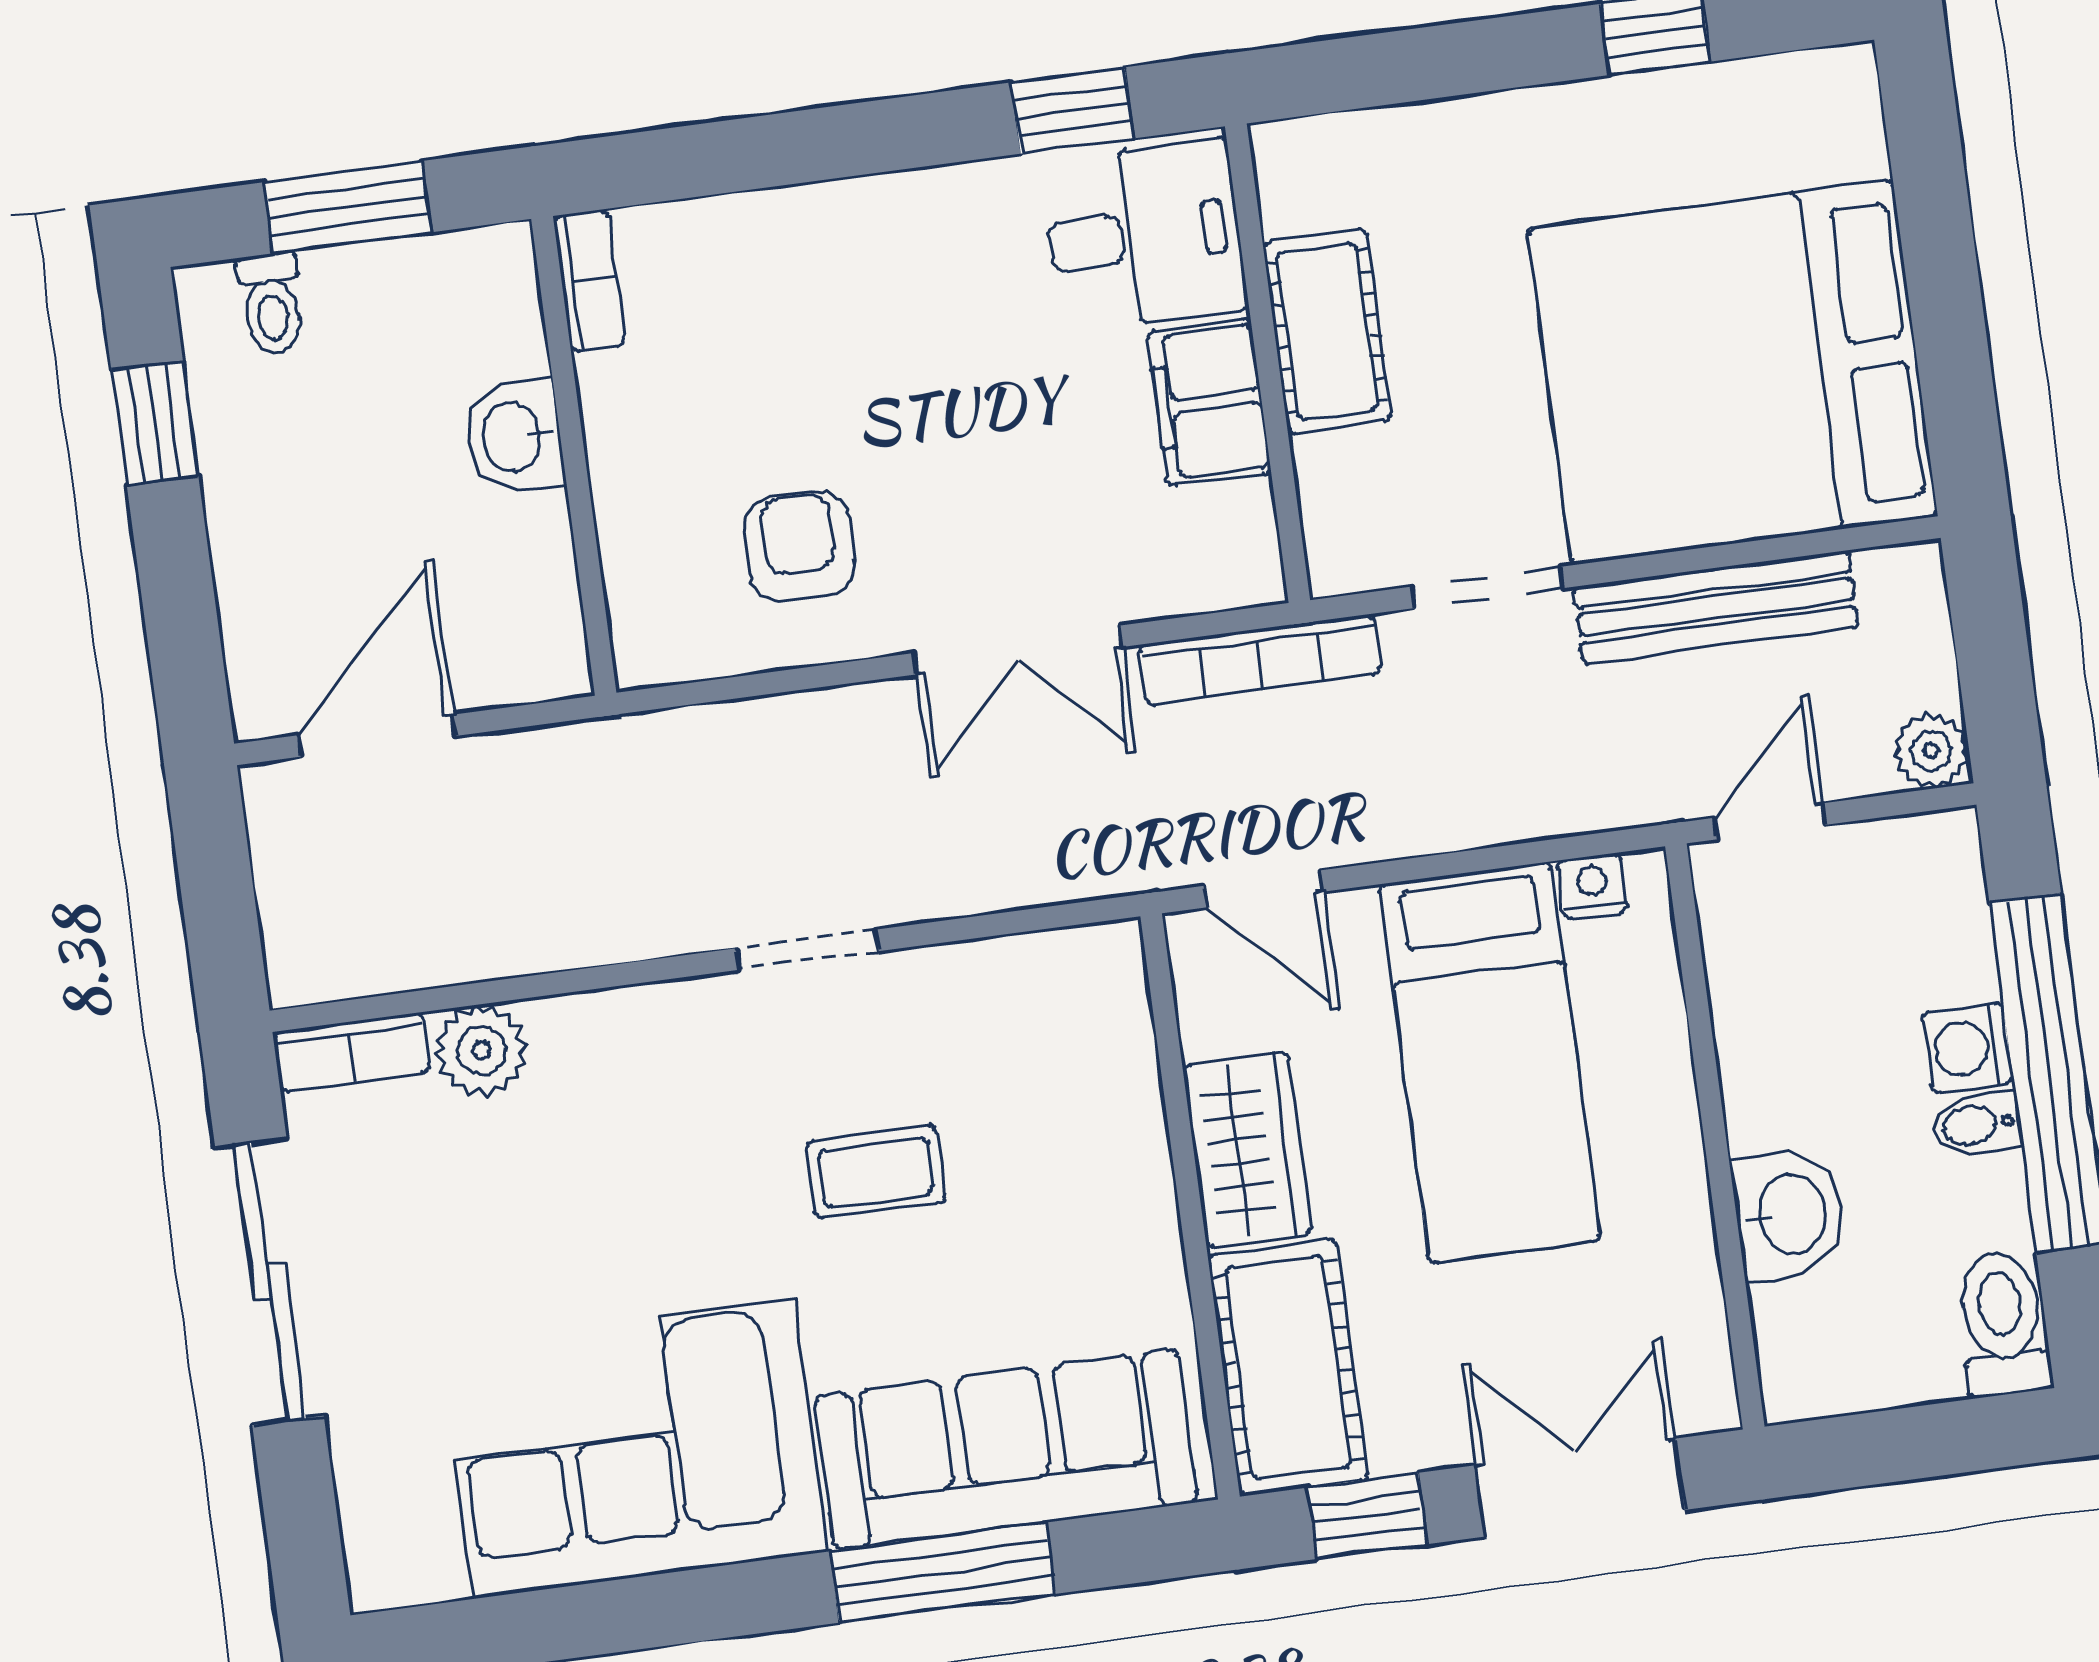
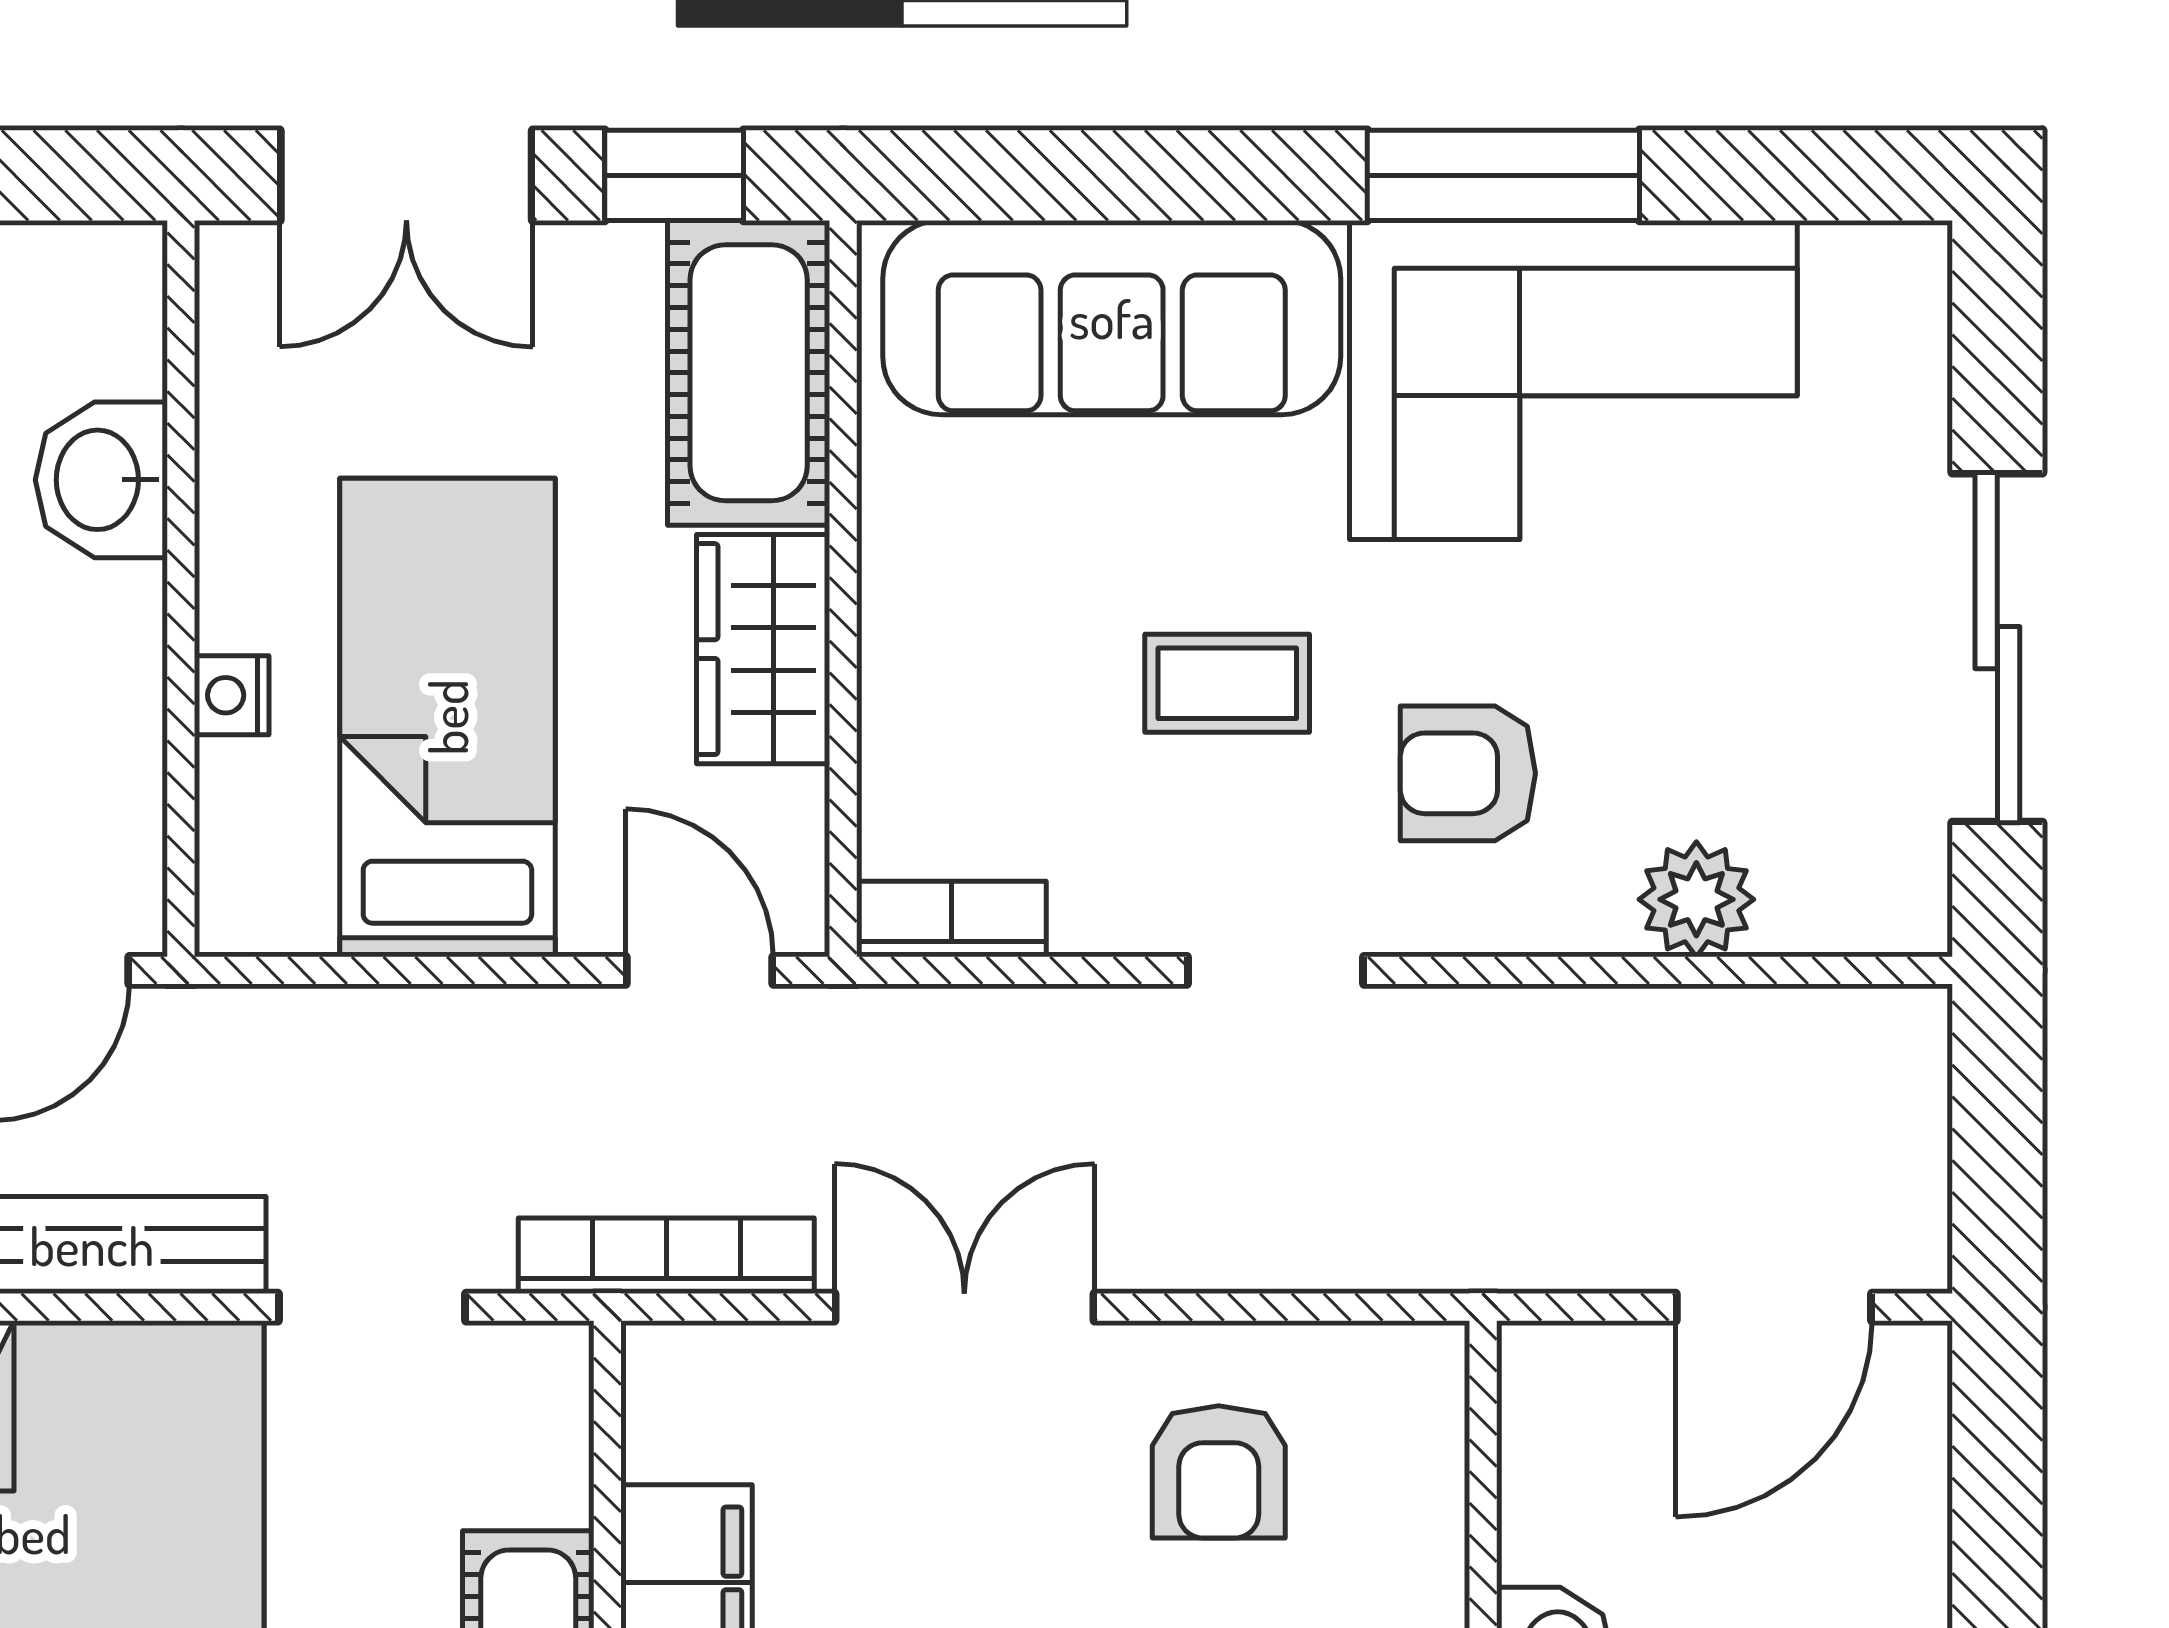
nightstand: (1592, 886) -> (232, 695), moved, turned 90
bookcase: (351, 1052) -> (951, 919), moved
armchair: (676, 1126) -> (1468, 773), added
window: (943, 1573) -> (1503, 175), moved

